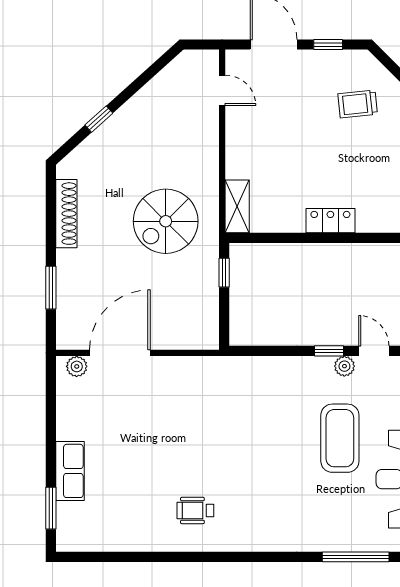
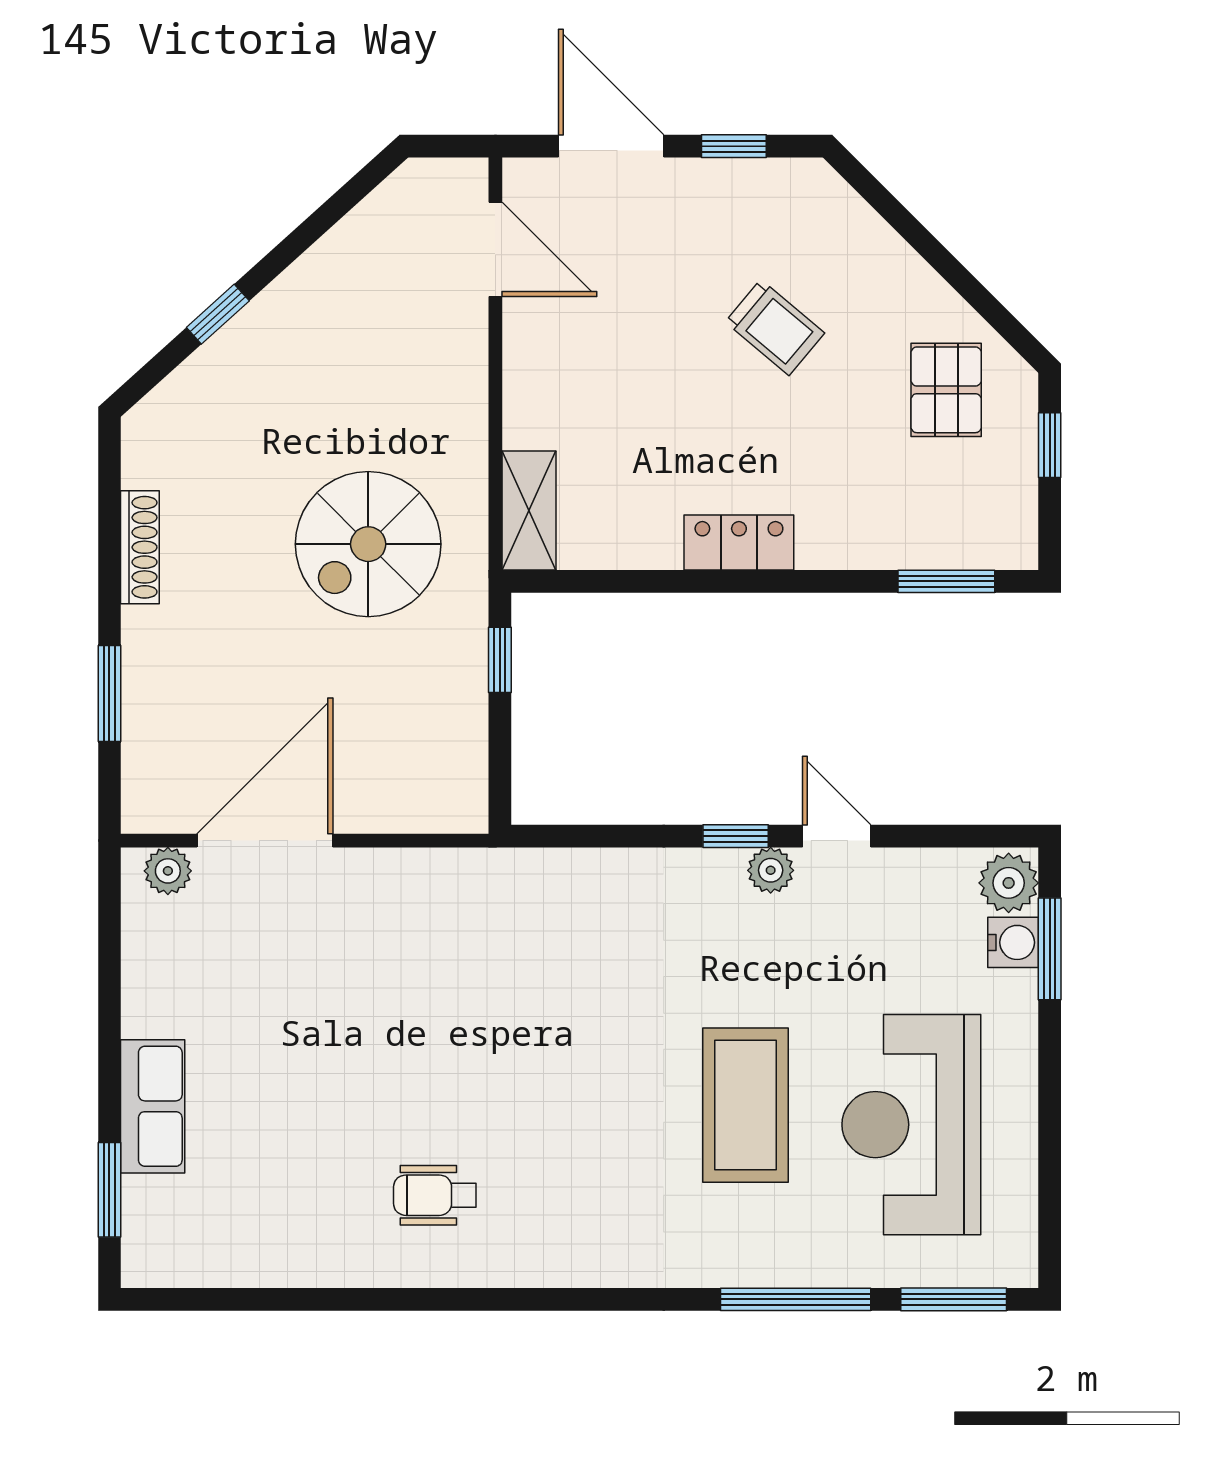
door: (222, 90) -> (495, 249), width x1.38
trolley: (358, 104) -> (775, 328), moved, turned -134
shoe rack: (66, 214) -> (140, 547), width x0.74, depth x0.81
coffee table: (340, 438) -> (745, 1105), moved

